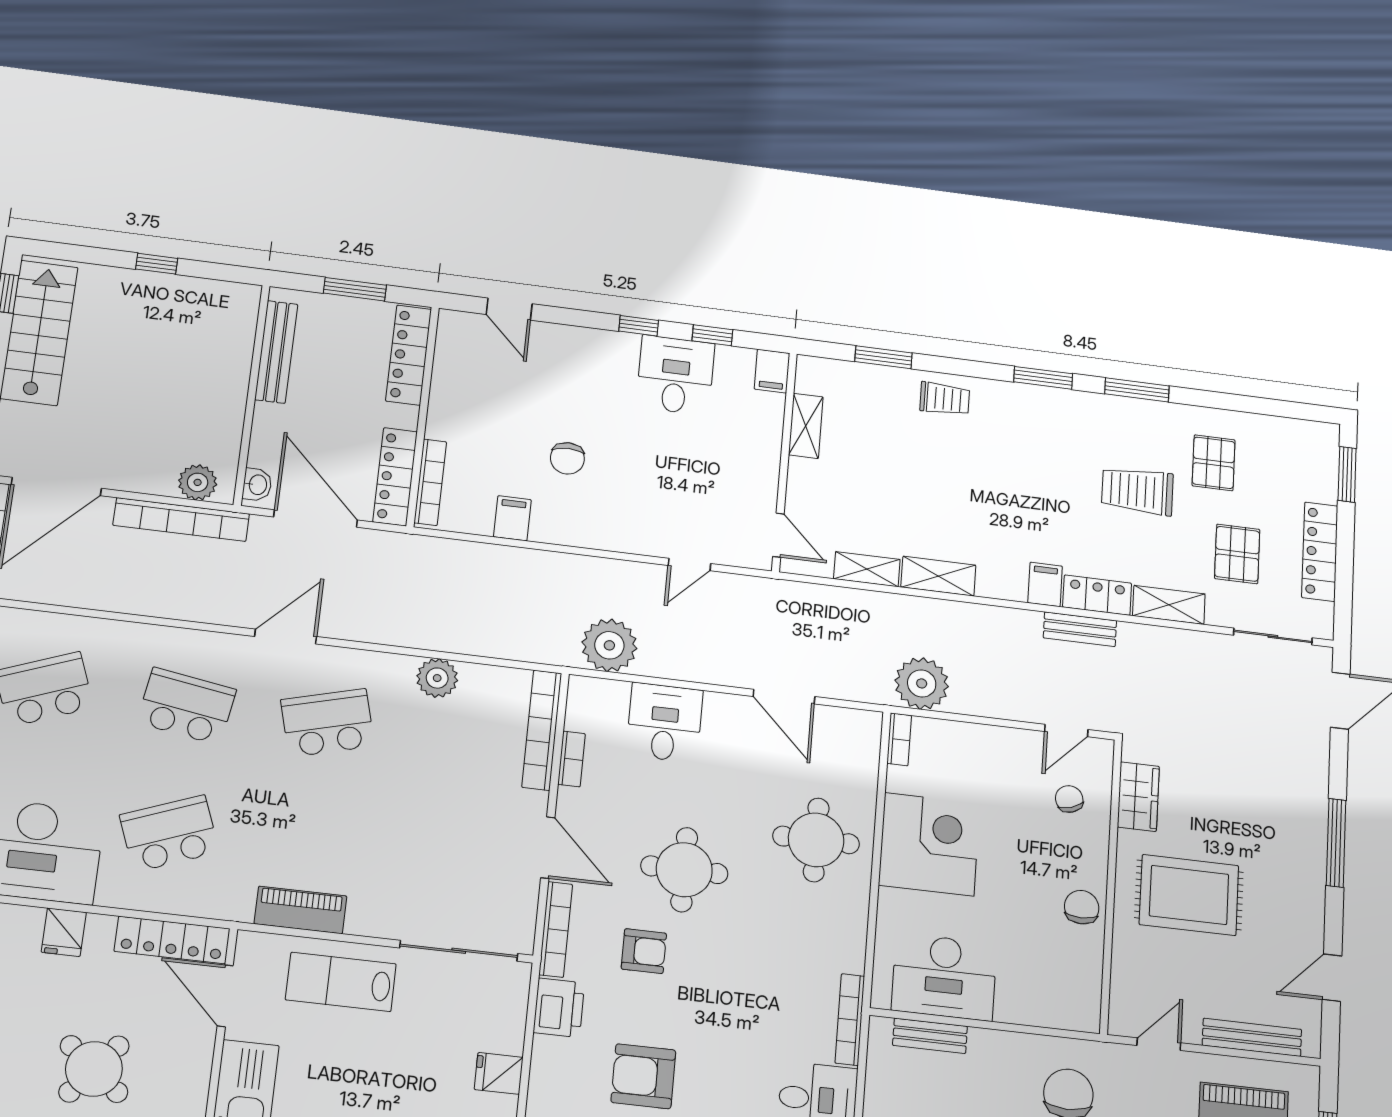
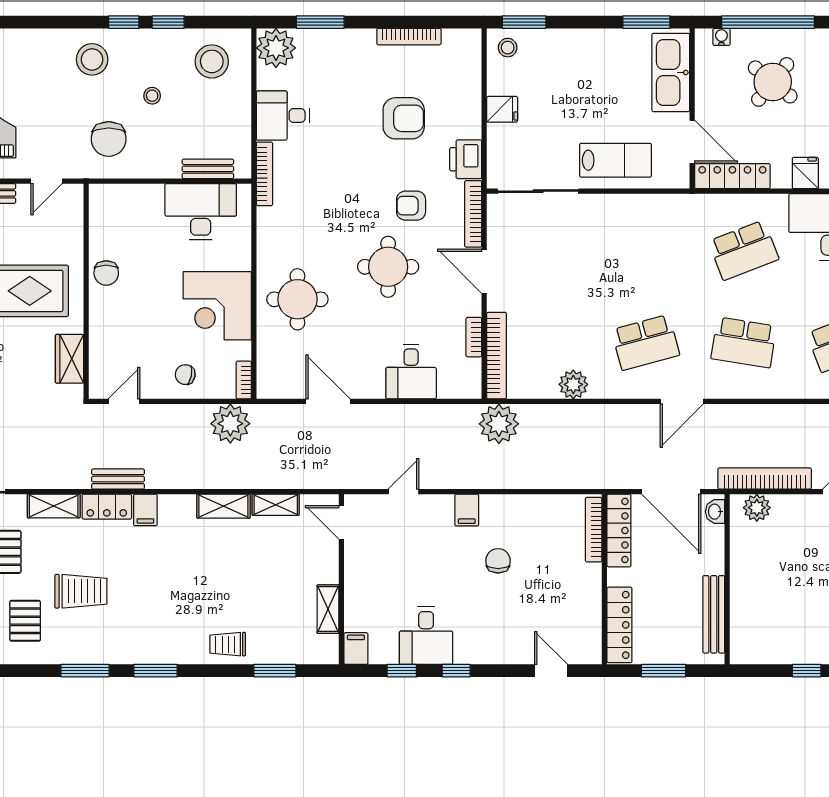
filing cabinet: (512, 518) -> (467, 510), moved
plant: (609, 645) -> (499, 424), moved
chair: (1069, 799) -> (185, 375), moved, turned 119
piano: (301, 910) -> (649, 207), removed

